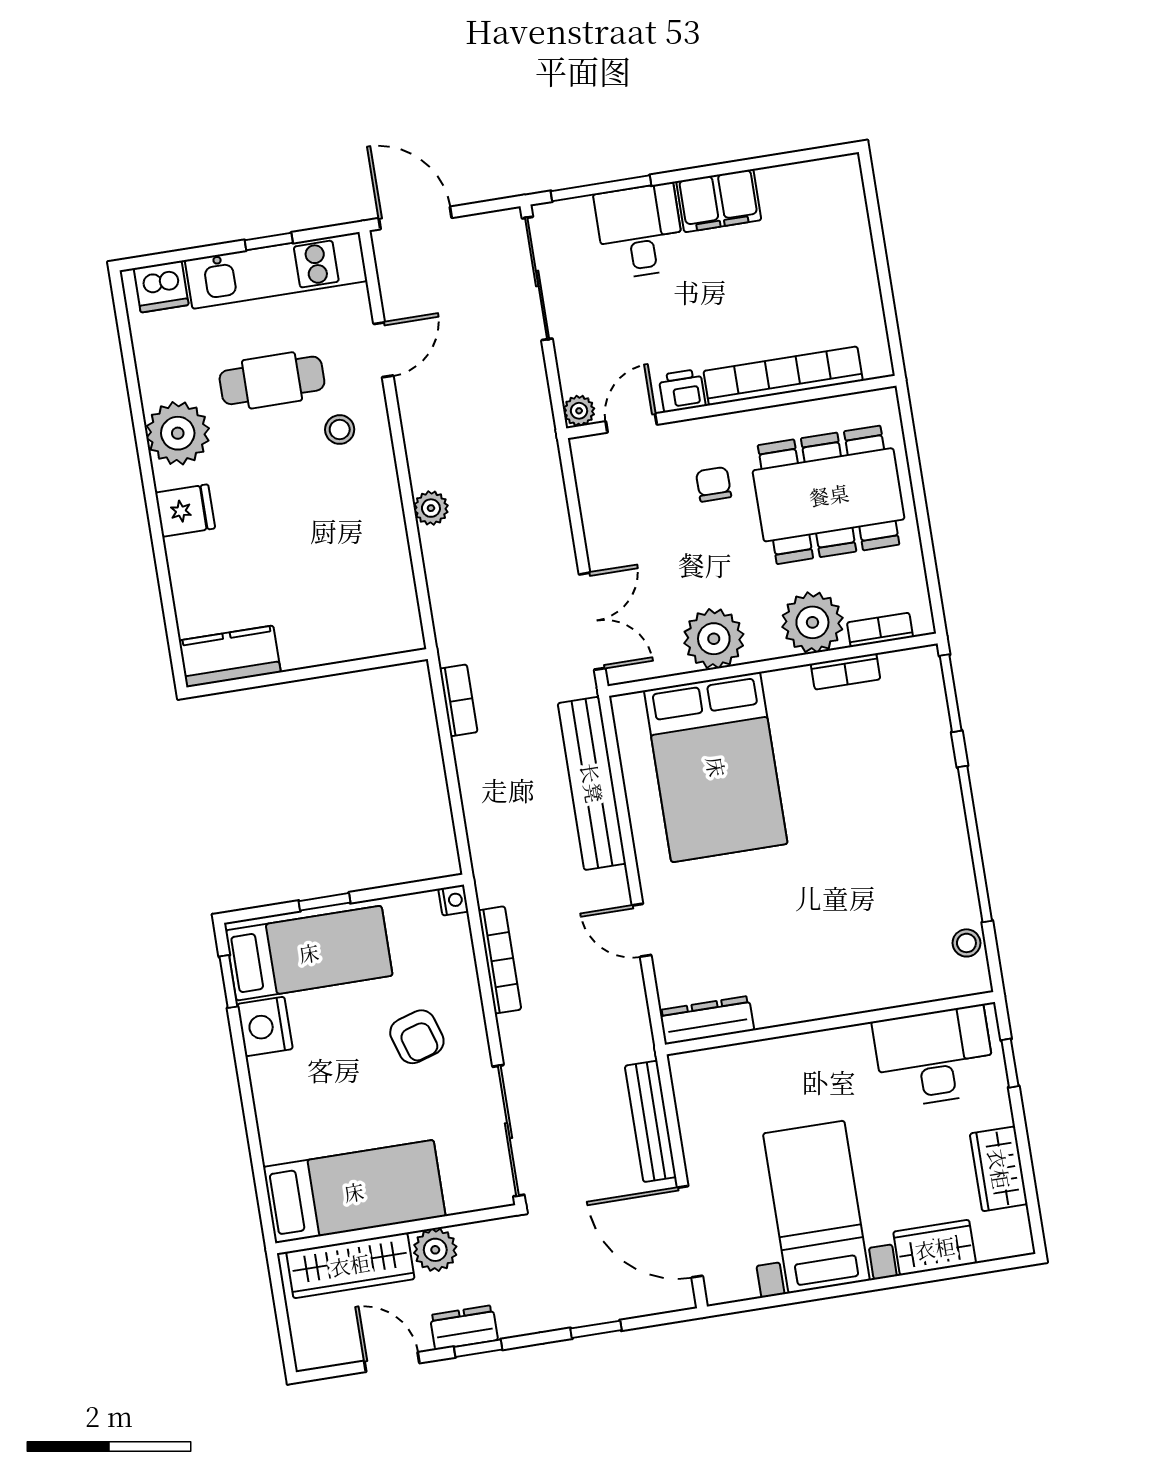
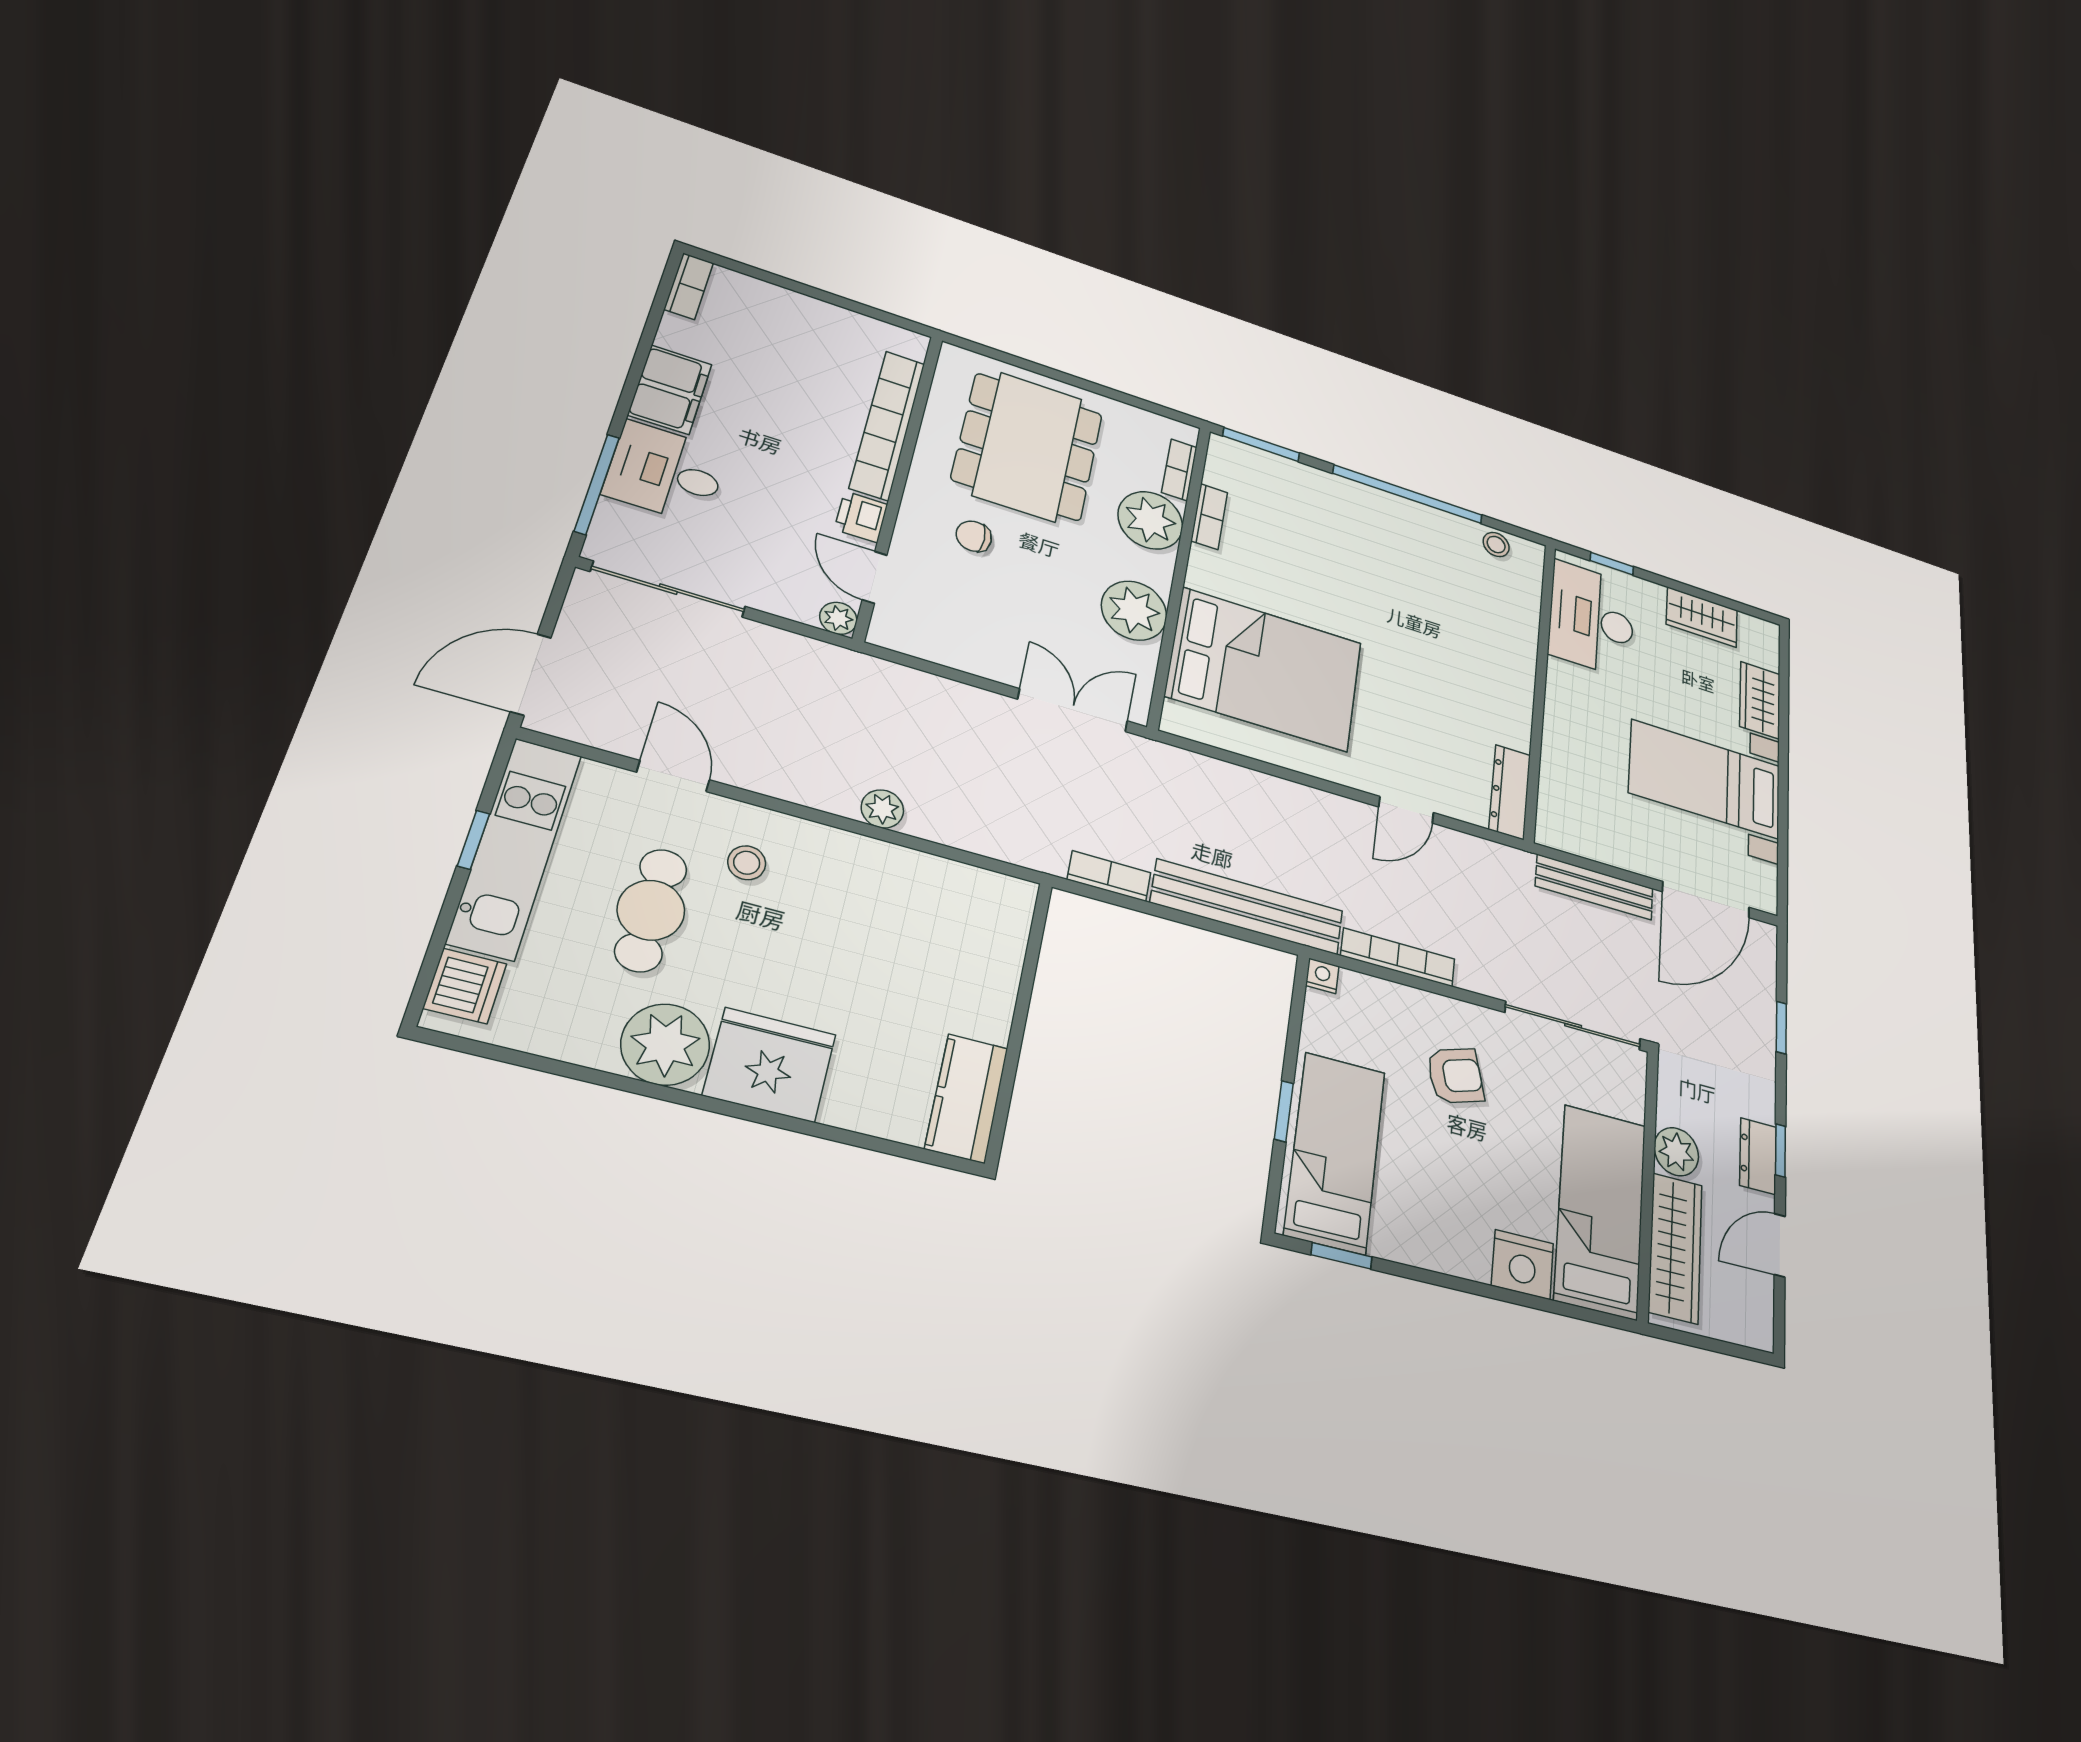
bookcase: (828, 170) -> (689, 286), added
fridge: (185, 510) -> (770, 1065), width x1.88, depth x1.34
bench: (592, 783) -> (1247, 907), moved
nightstand: (265, 1027) -> (1522, 1264), moved

